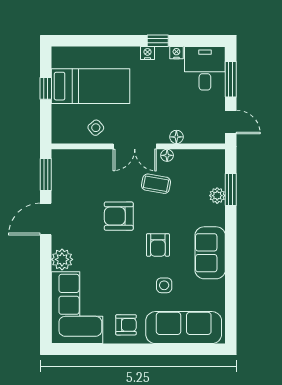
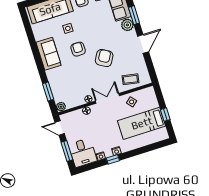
window: (46, 174) -> (134, 15), moved
coffee table: (156, 184) -> (130, 79), moved
plant: (217, 196) -> (61, 107), moved
armchair: (119, 216) -> (104, 58), turned -60

